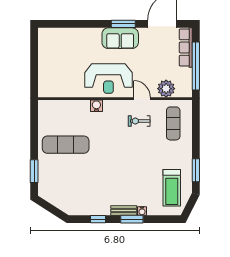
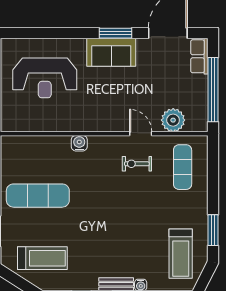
row of seats: (186, 47) -> (199, 56), width x0.68
reception desk: (108, 78) -> (45, 78), moved
treadmill: (69, 191) -> (42, 258), added

